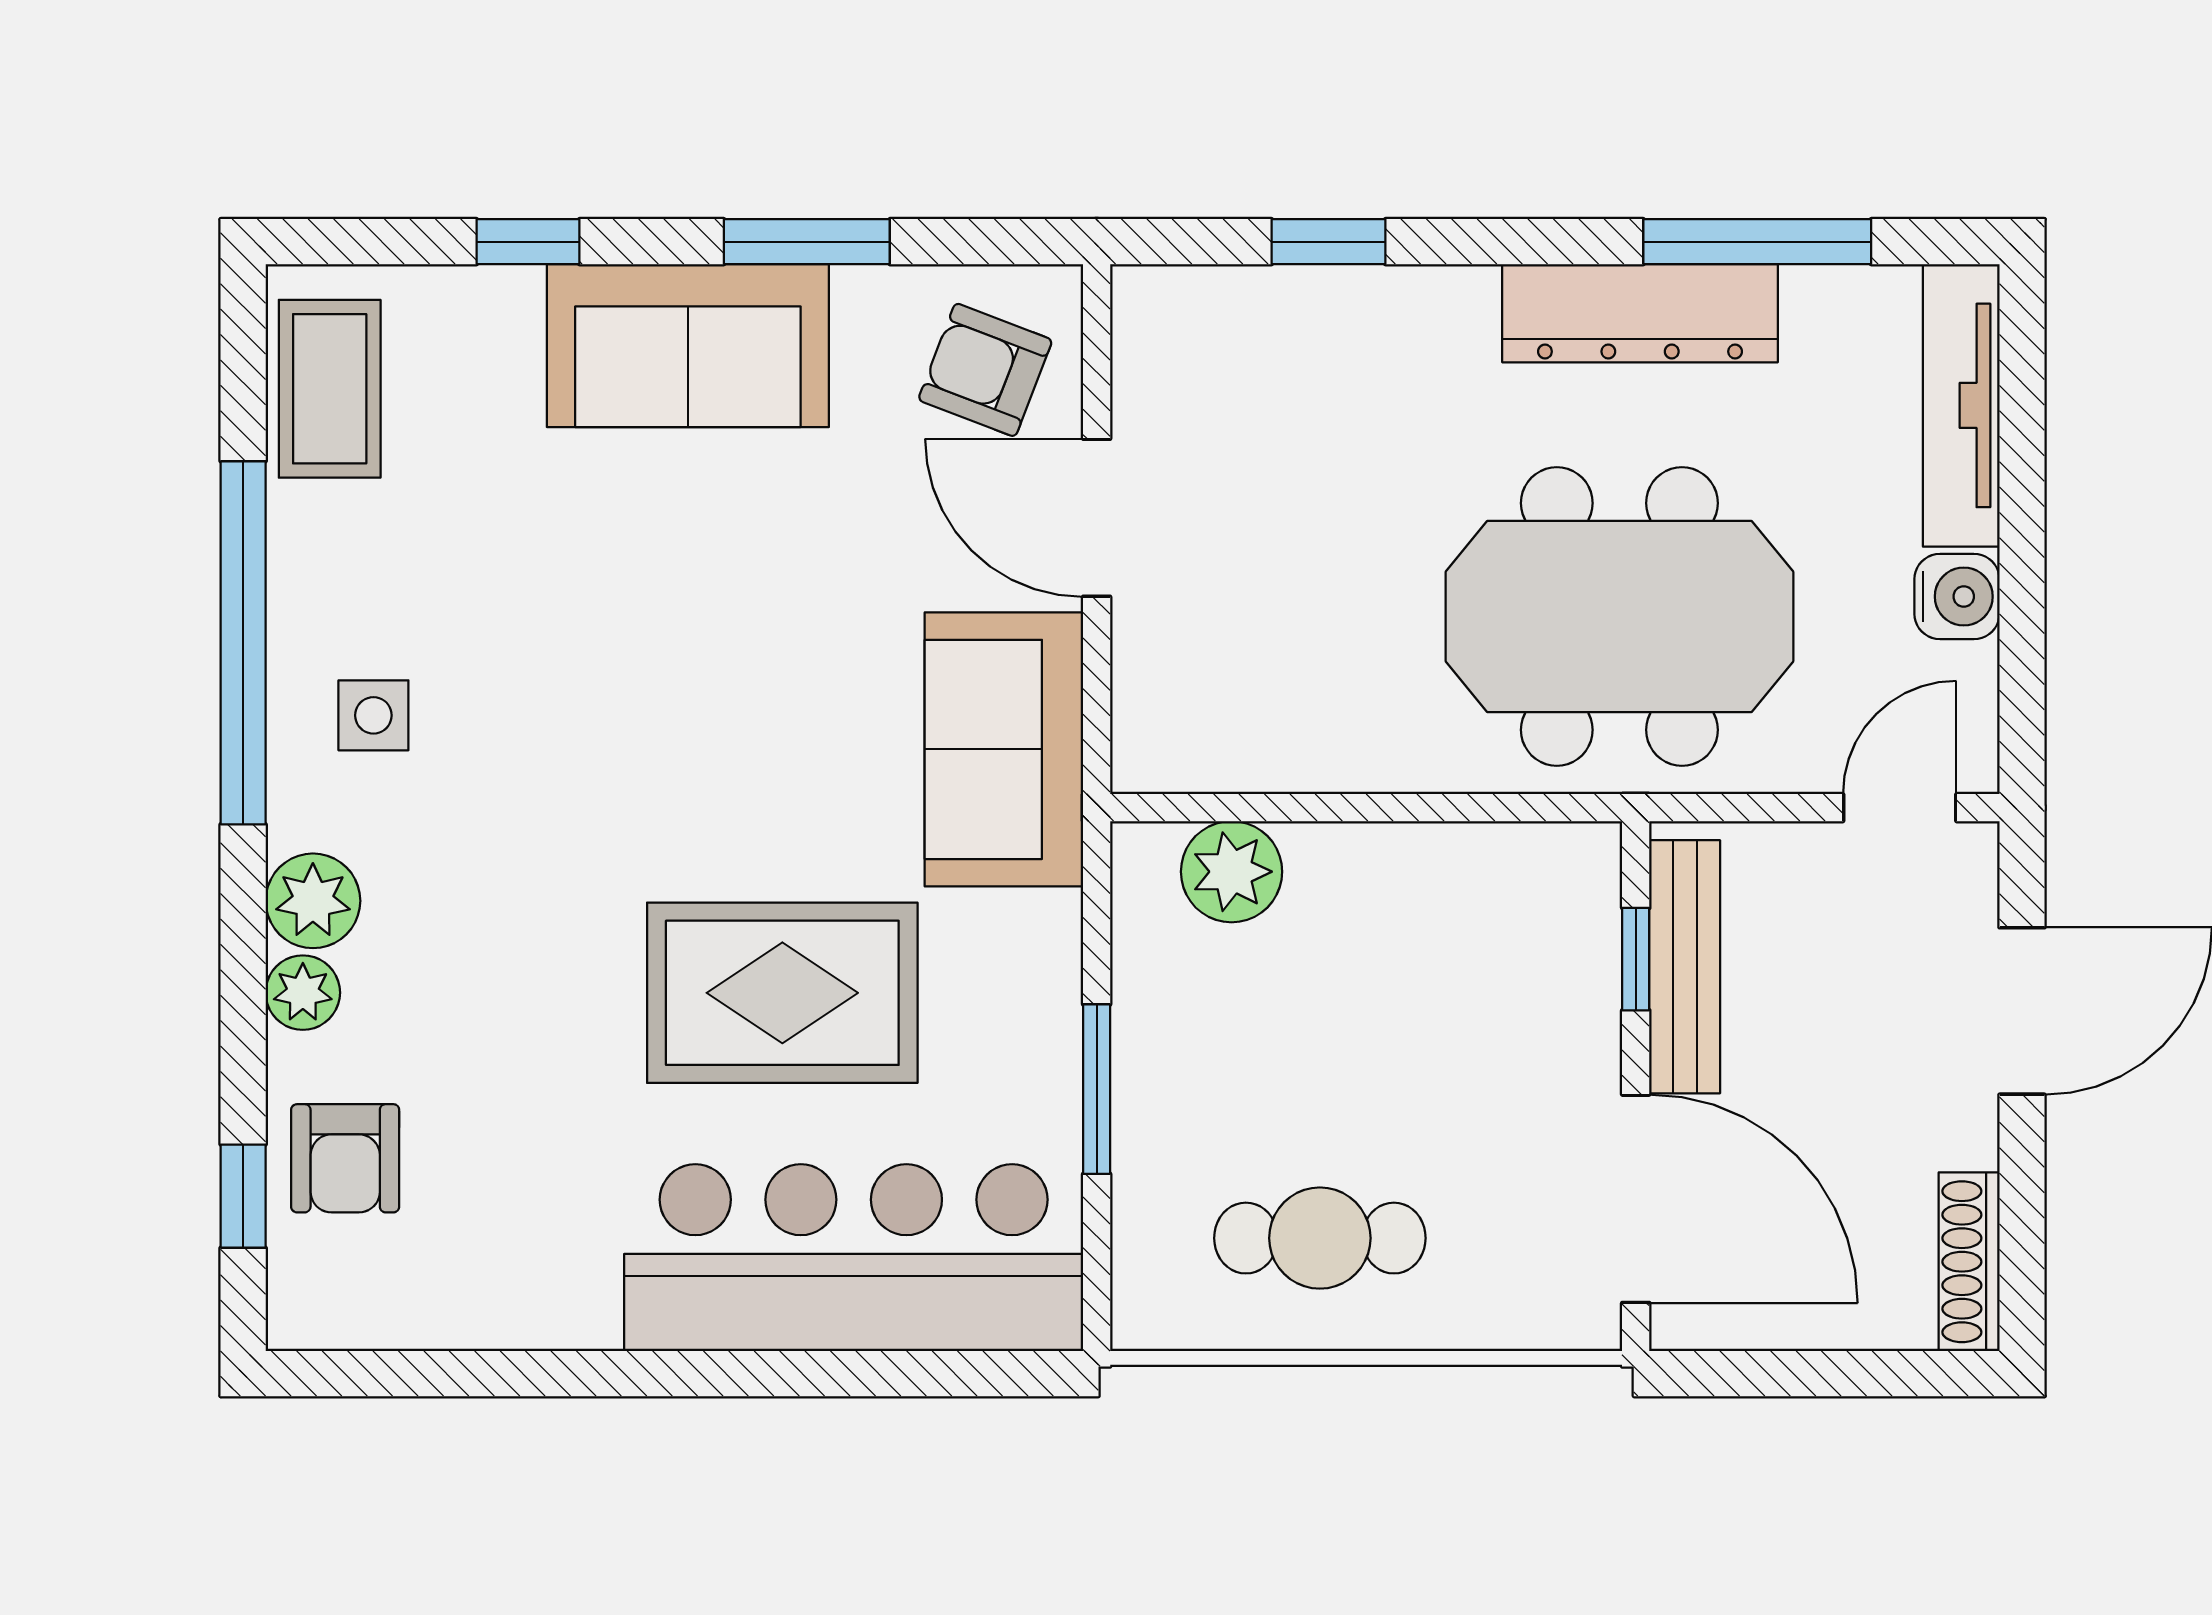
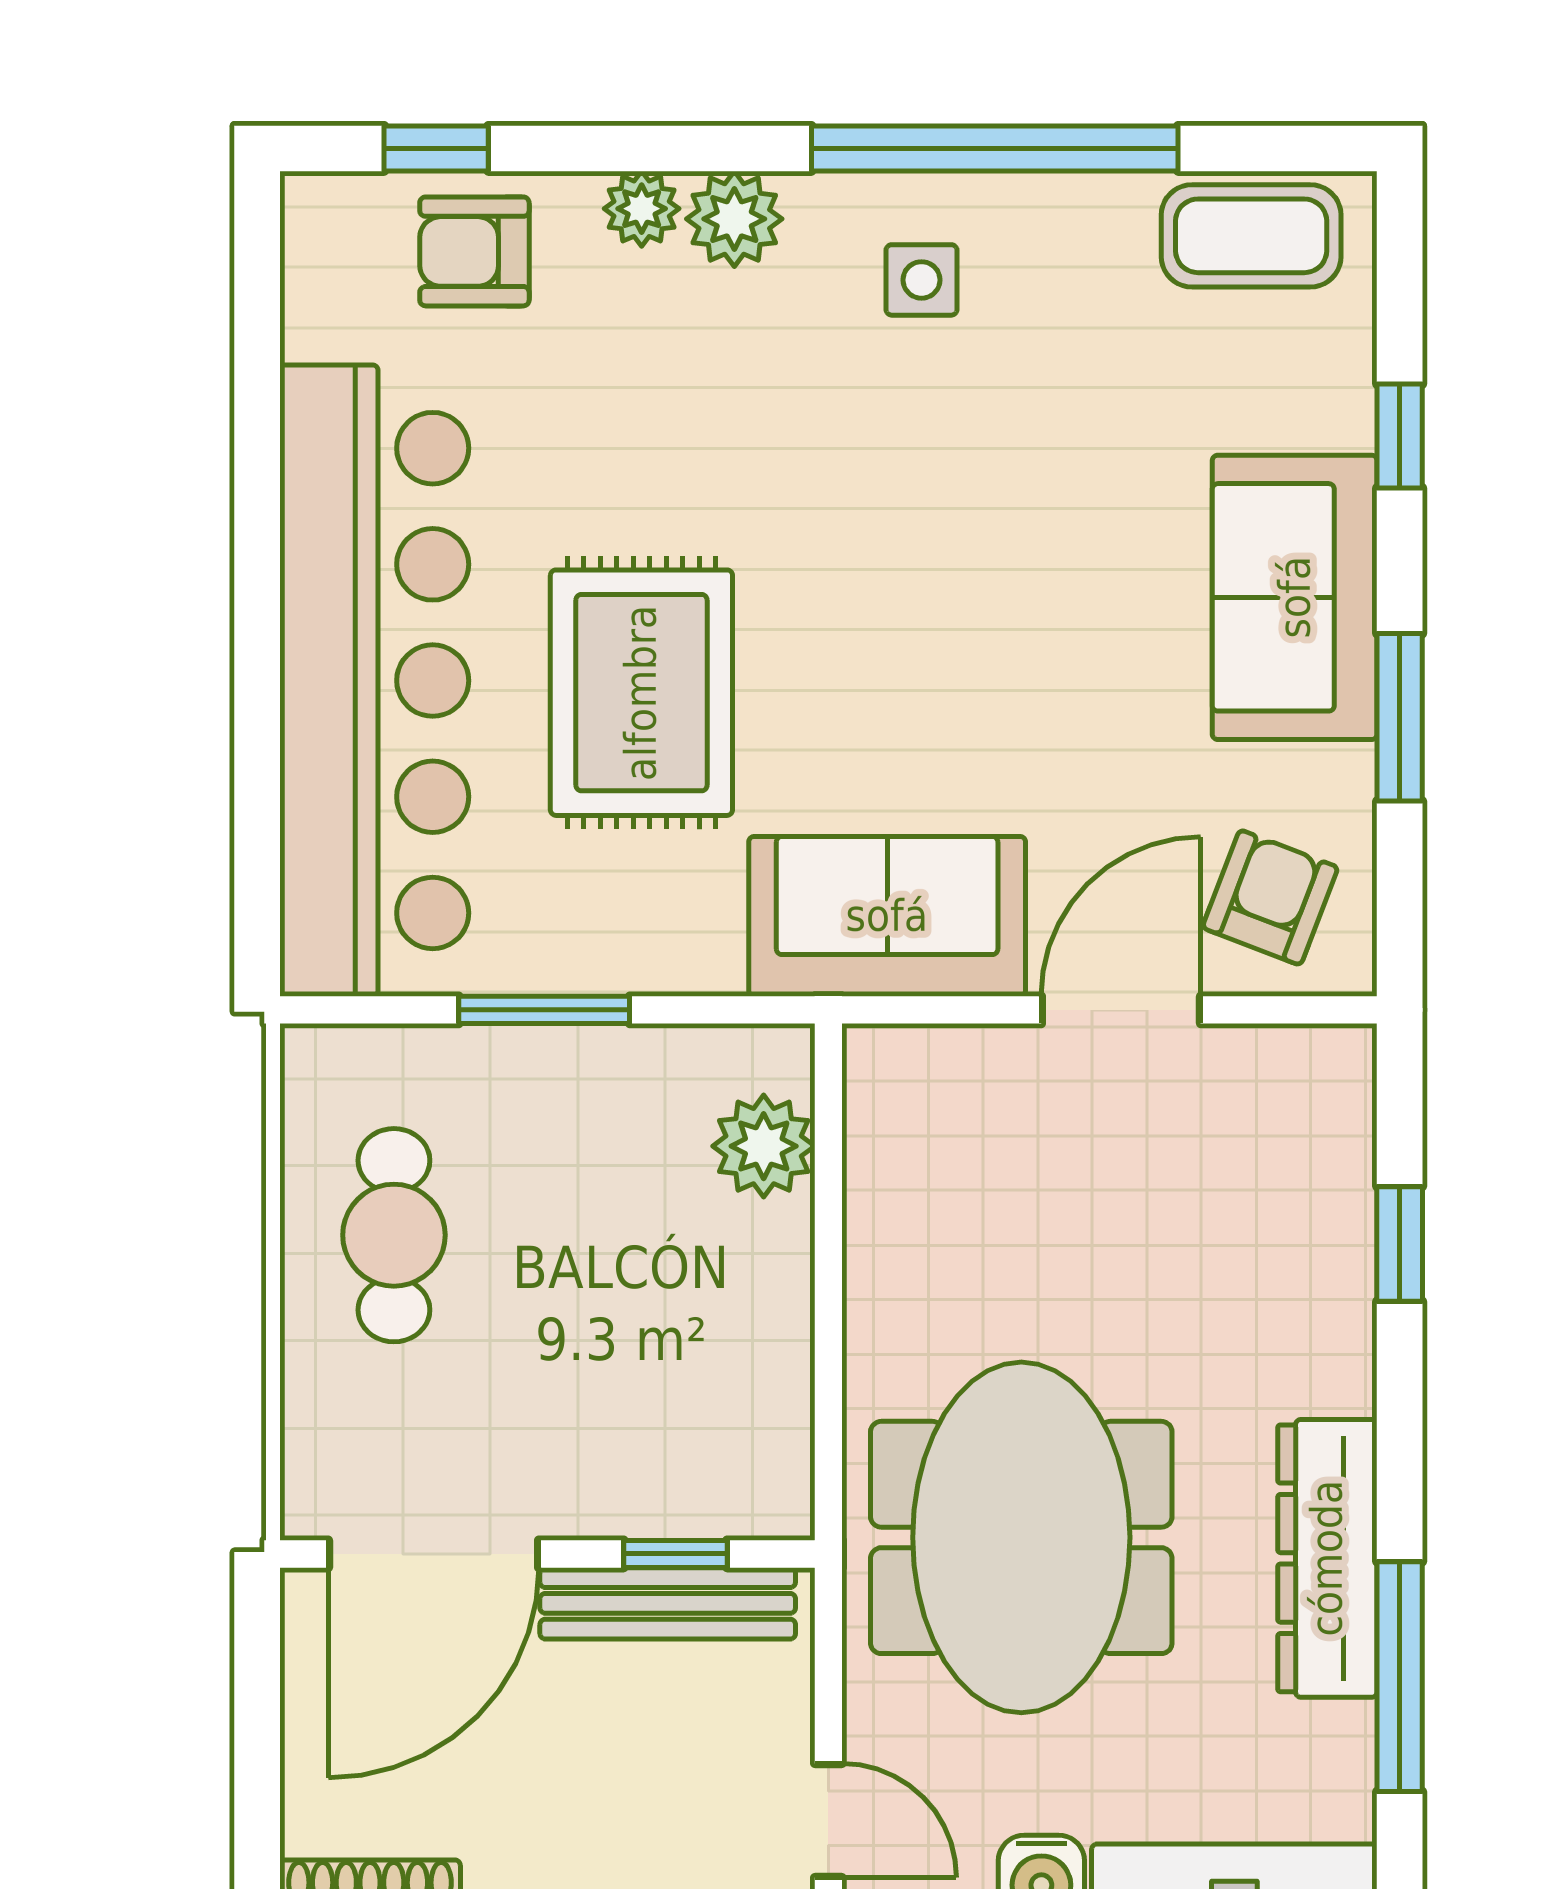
bar counter: (854, 1258) -> (374, 681), width x1.36

